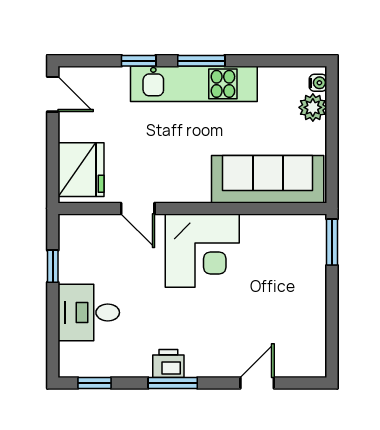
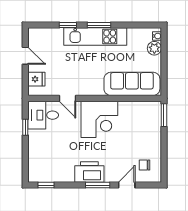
door: (53, 94) -> (25, 56), moved
fridge: (81, 170) -> (36, 79), width x0.53, depth x0.75
desk: (89, 313) -> (43, 115), moved
chair: (293, 342) -> (145, 165), added
printer: (168, 363) -> (89, 172), width x1.87, depth x1.48
window: (173, 383) -> (98, 185), moved

